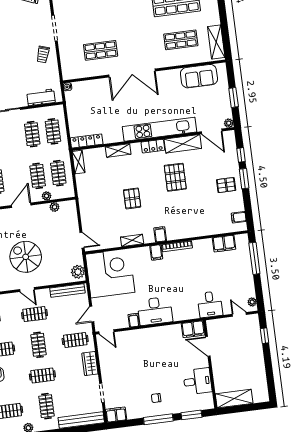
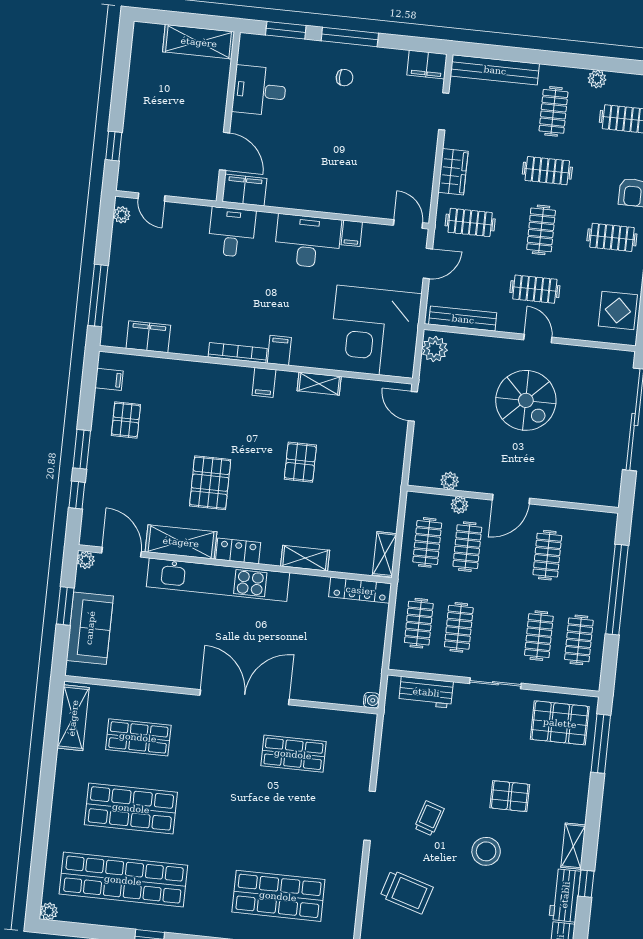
trolley: (43, 55) -> (429, 818), moved
sofa: (199, 76) -> (90, 628), moved, turned 90
pallet: (226, 185) -> (126, 420), moved, turned 90
desk: (210, 304) -> (232, 232), moved

